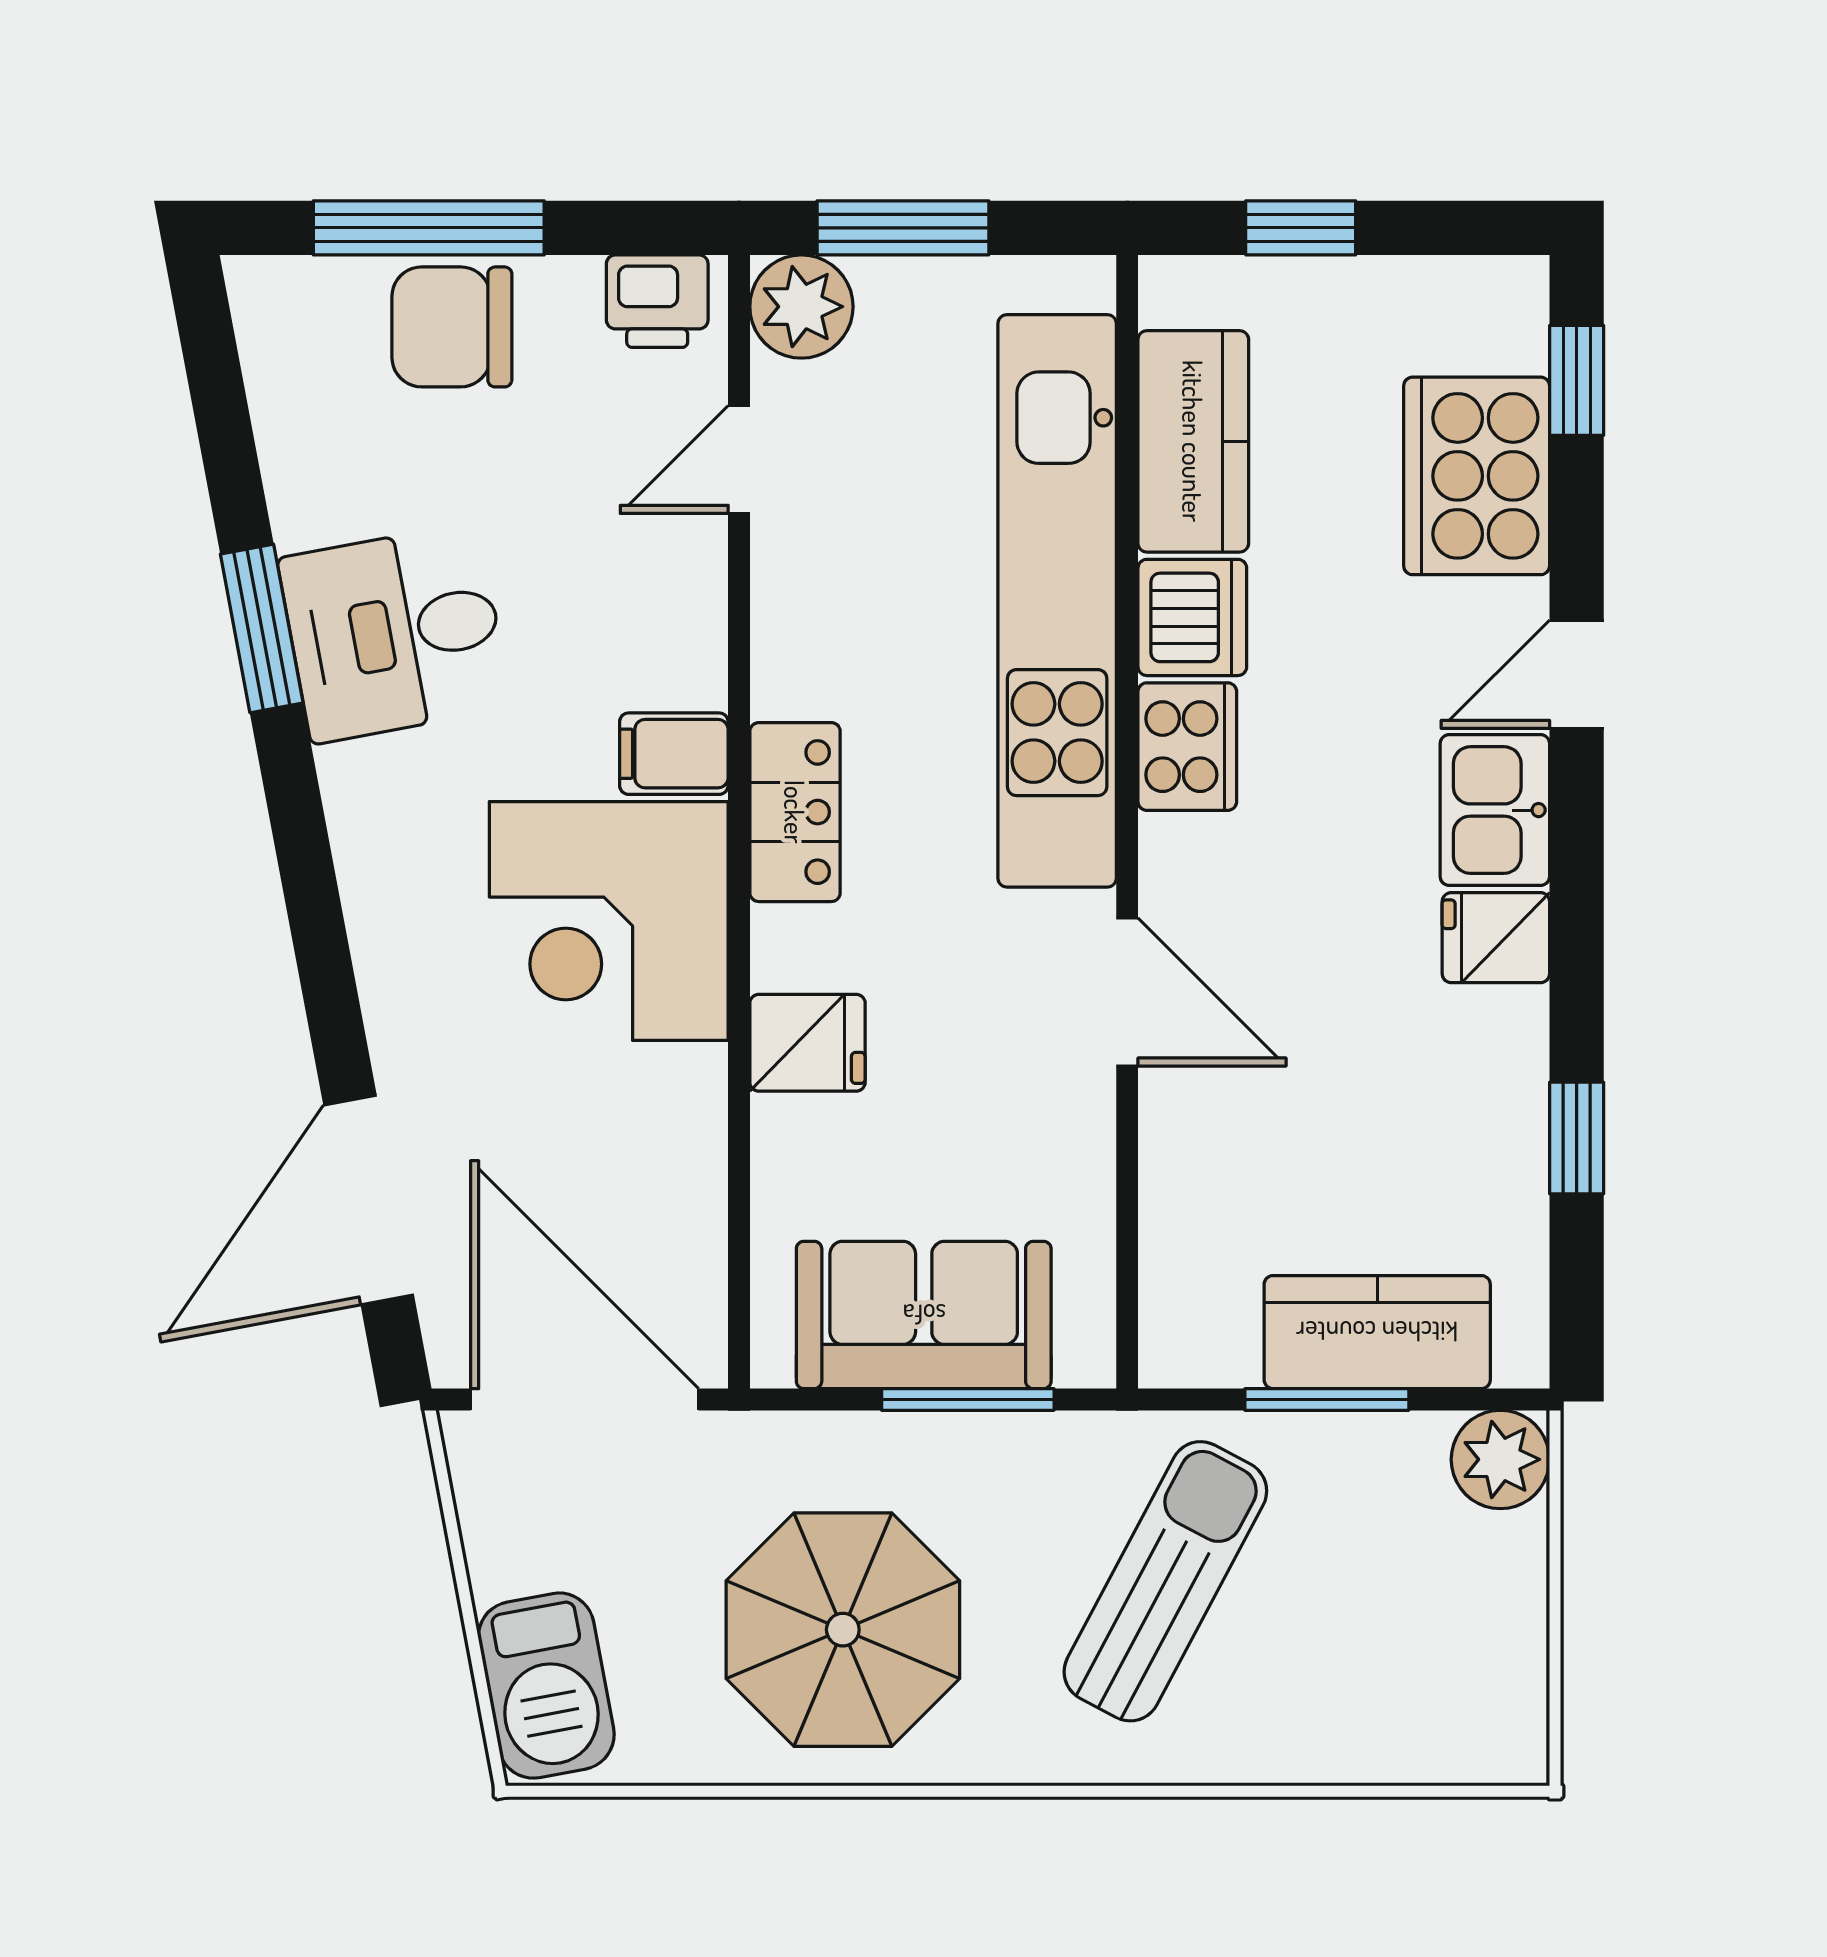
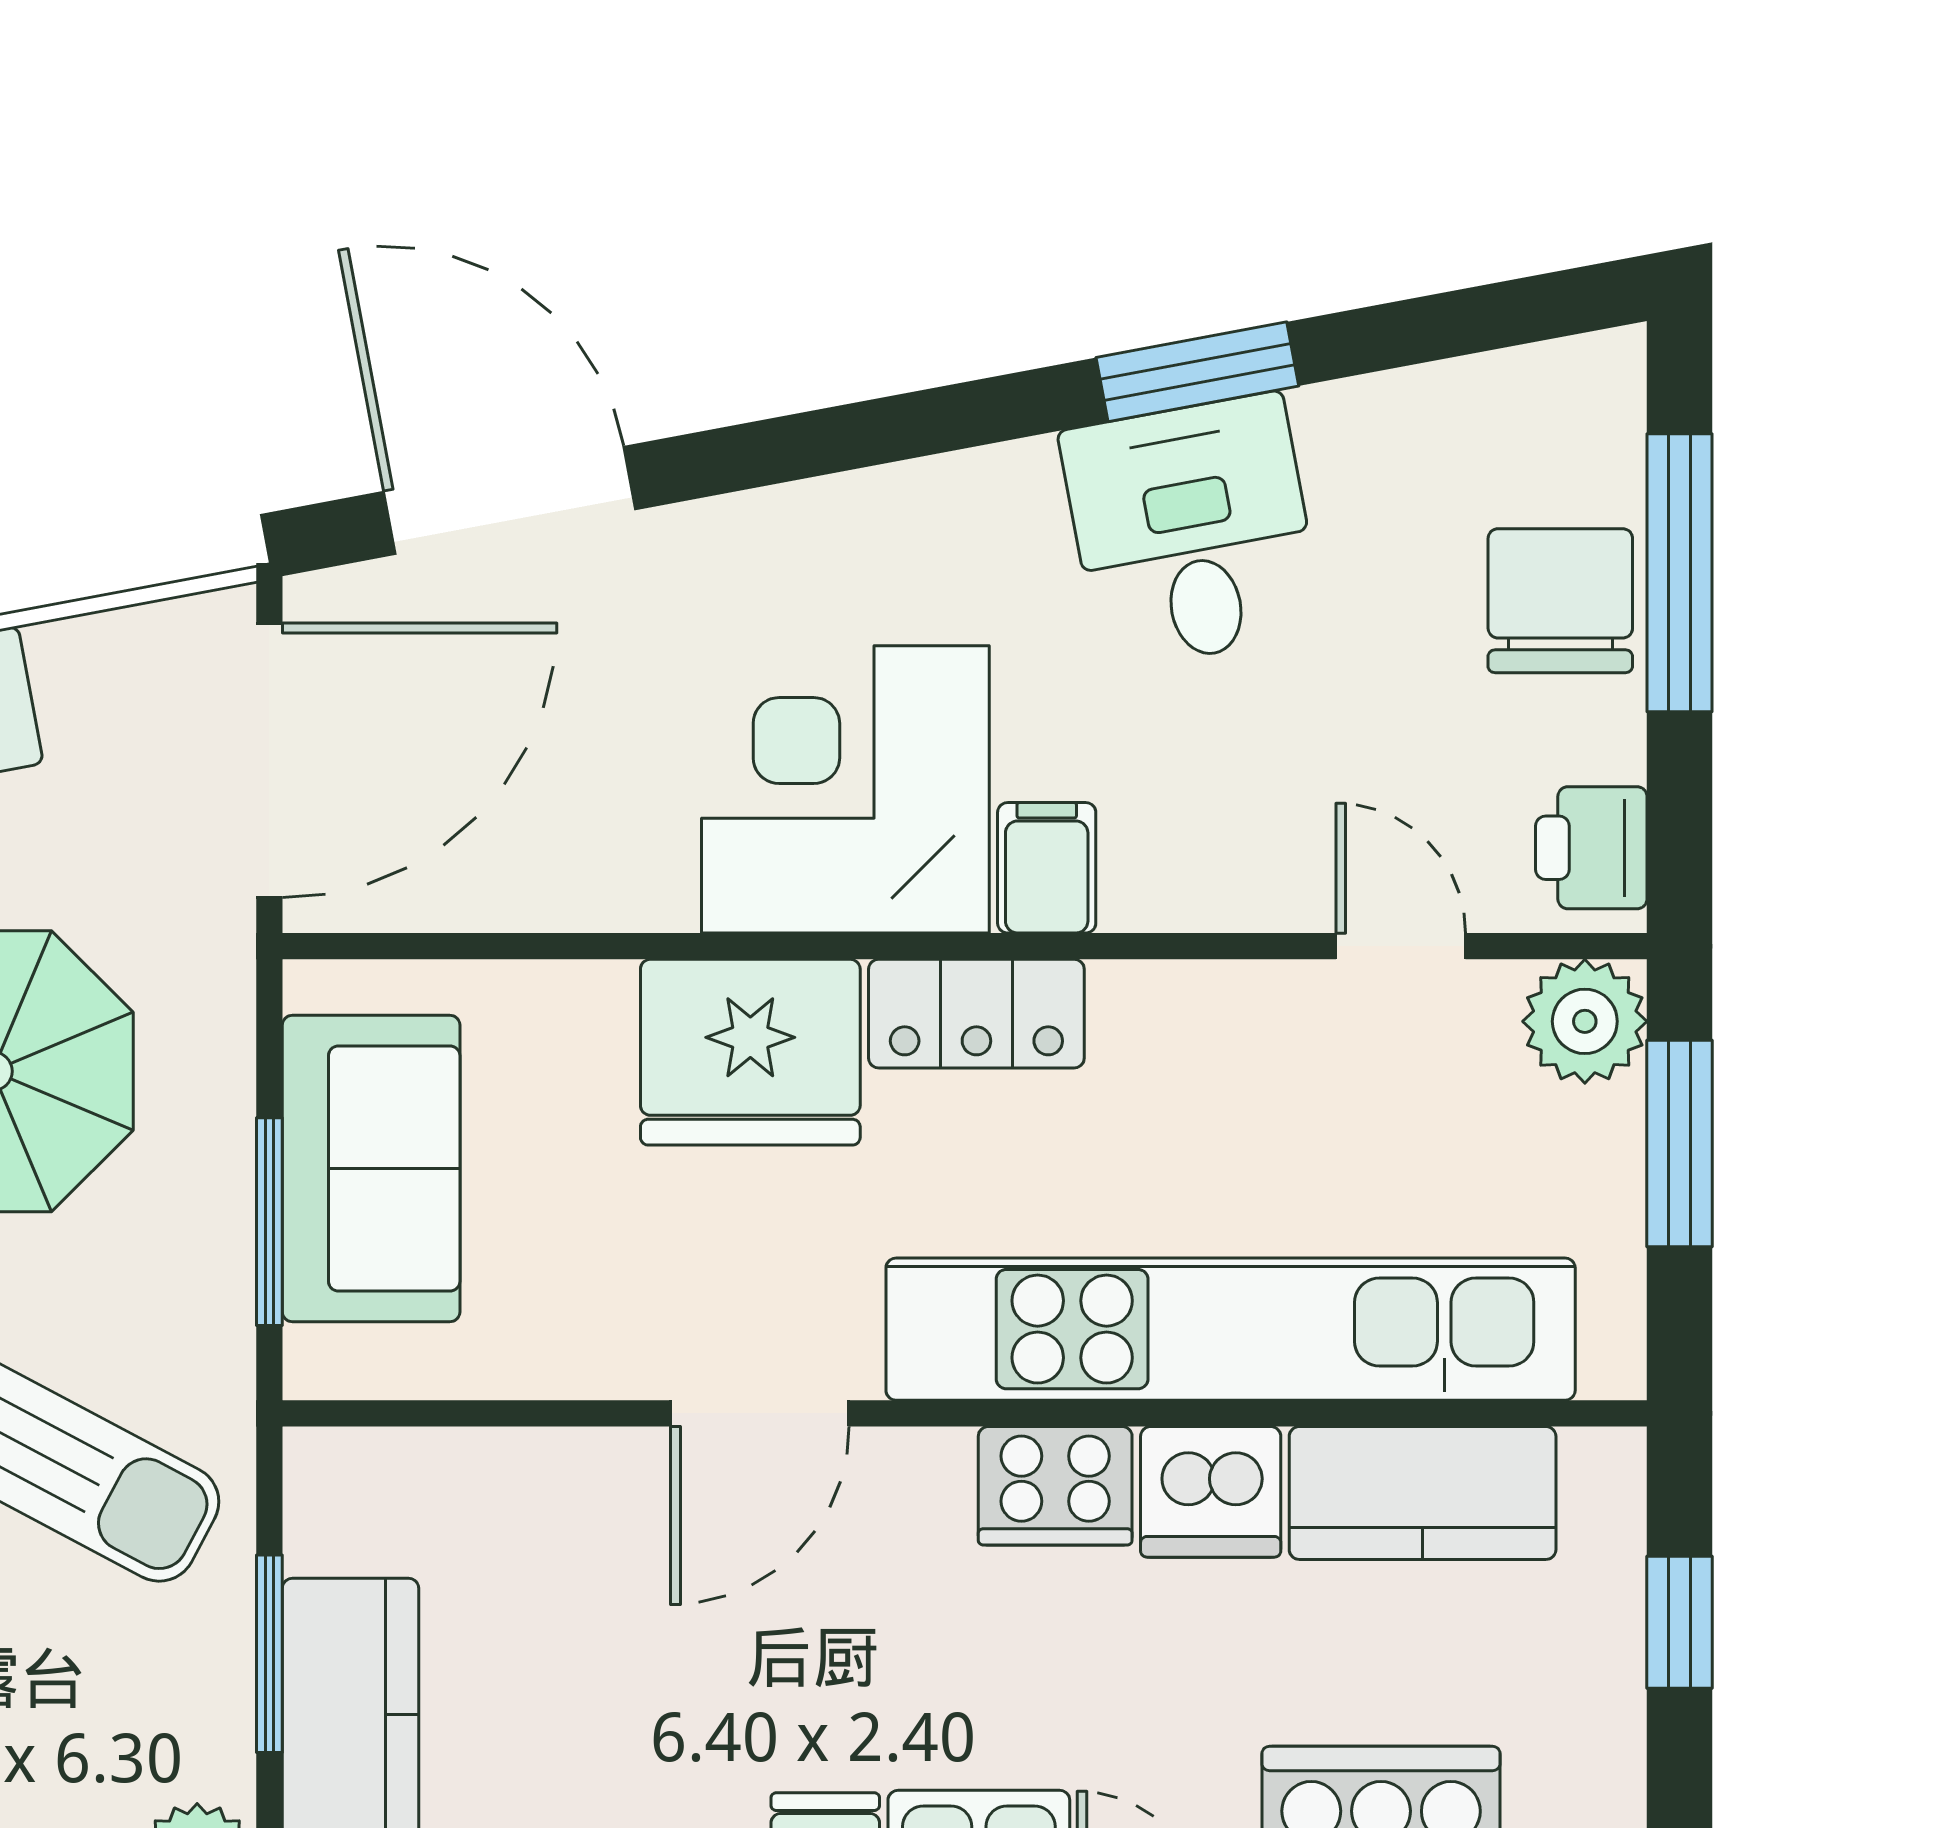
fridge: (808, 1043) -> (750, 1052), width x1.88, depth x1.34

